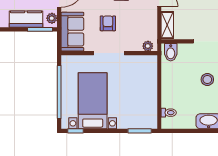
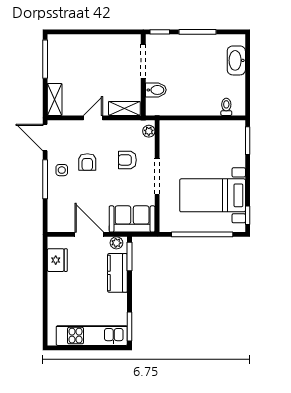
armchair: (108, 23) -> (127, 160), moved
bidet: (171, 52) -> (156, 90), moved
stool: (207, 79) -> (188, 62), removed

